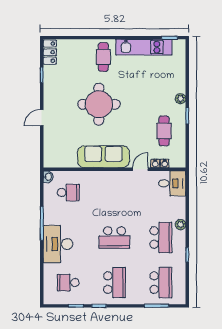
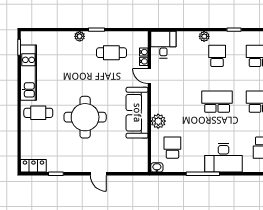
plant: (95, 178) -> (158, 121), added
school desk: (115, 238) -> (217, 102), turned -90
school desk: (161, 238) -> (217, 56), width x0.54

